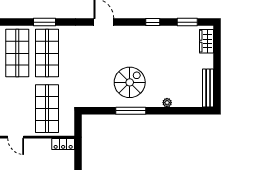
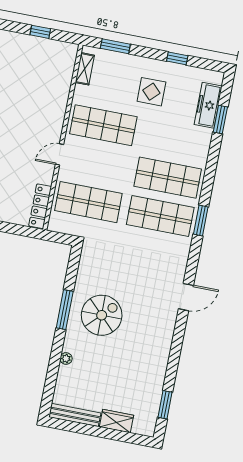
window: (153, 22) -> (174, 360), removed
wardrobe: (206, 41) -> (117, 421), moved
spiral stairs: (130, 82) -> (102, 315), turned -90
locker: (63, 144) -> (40, 206), width x1.53

